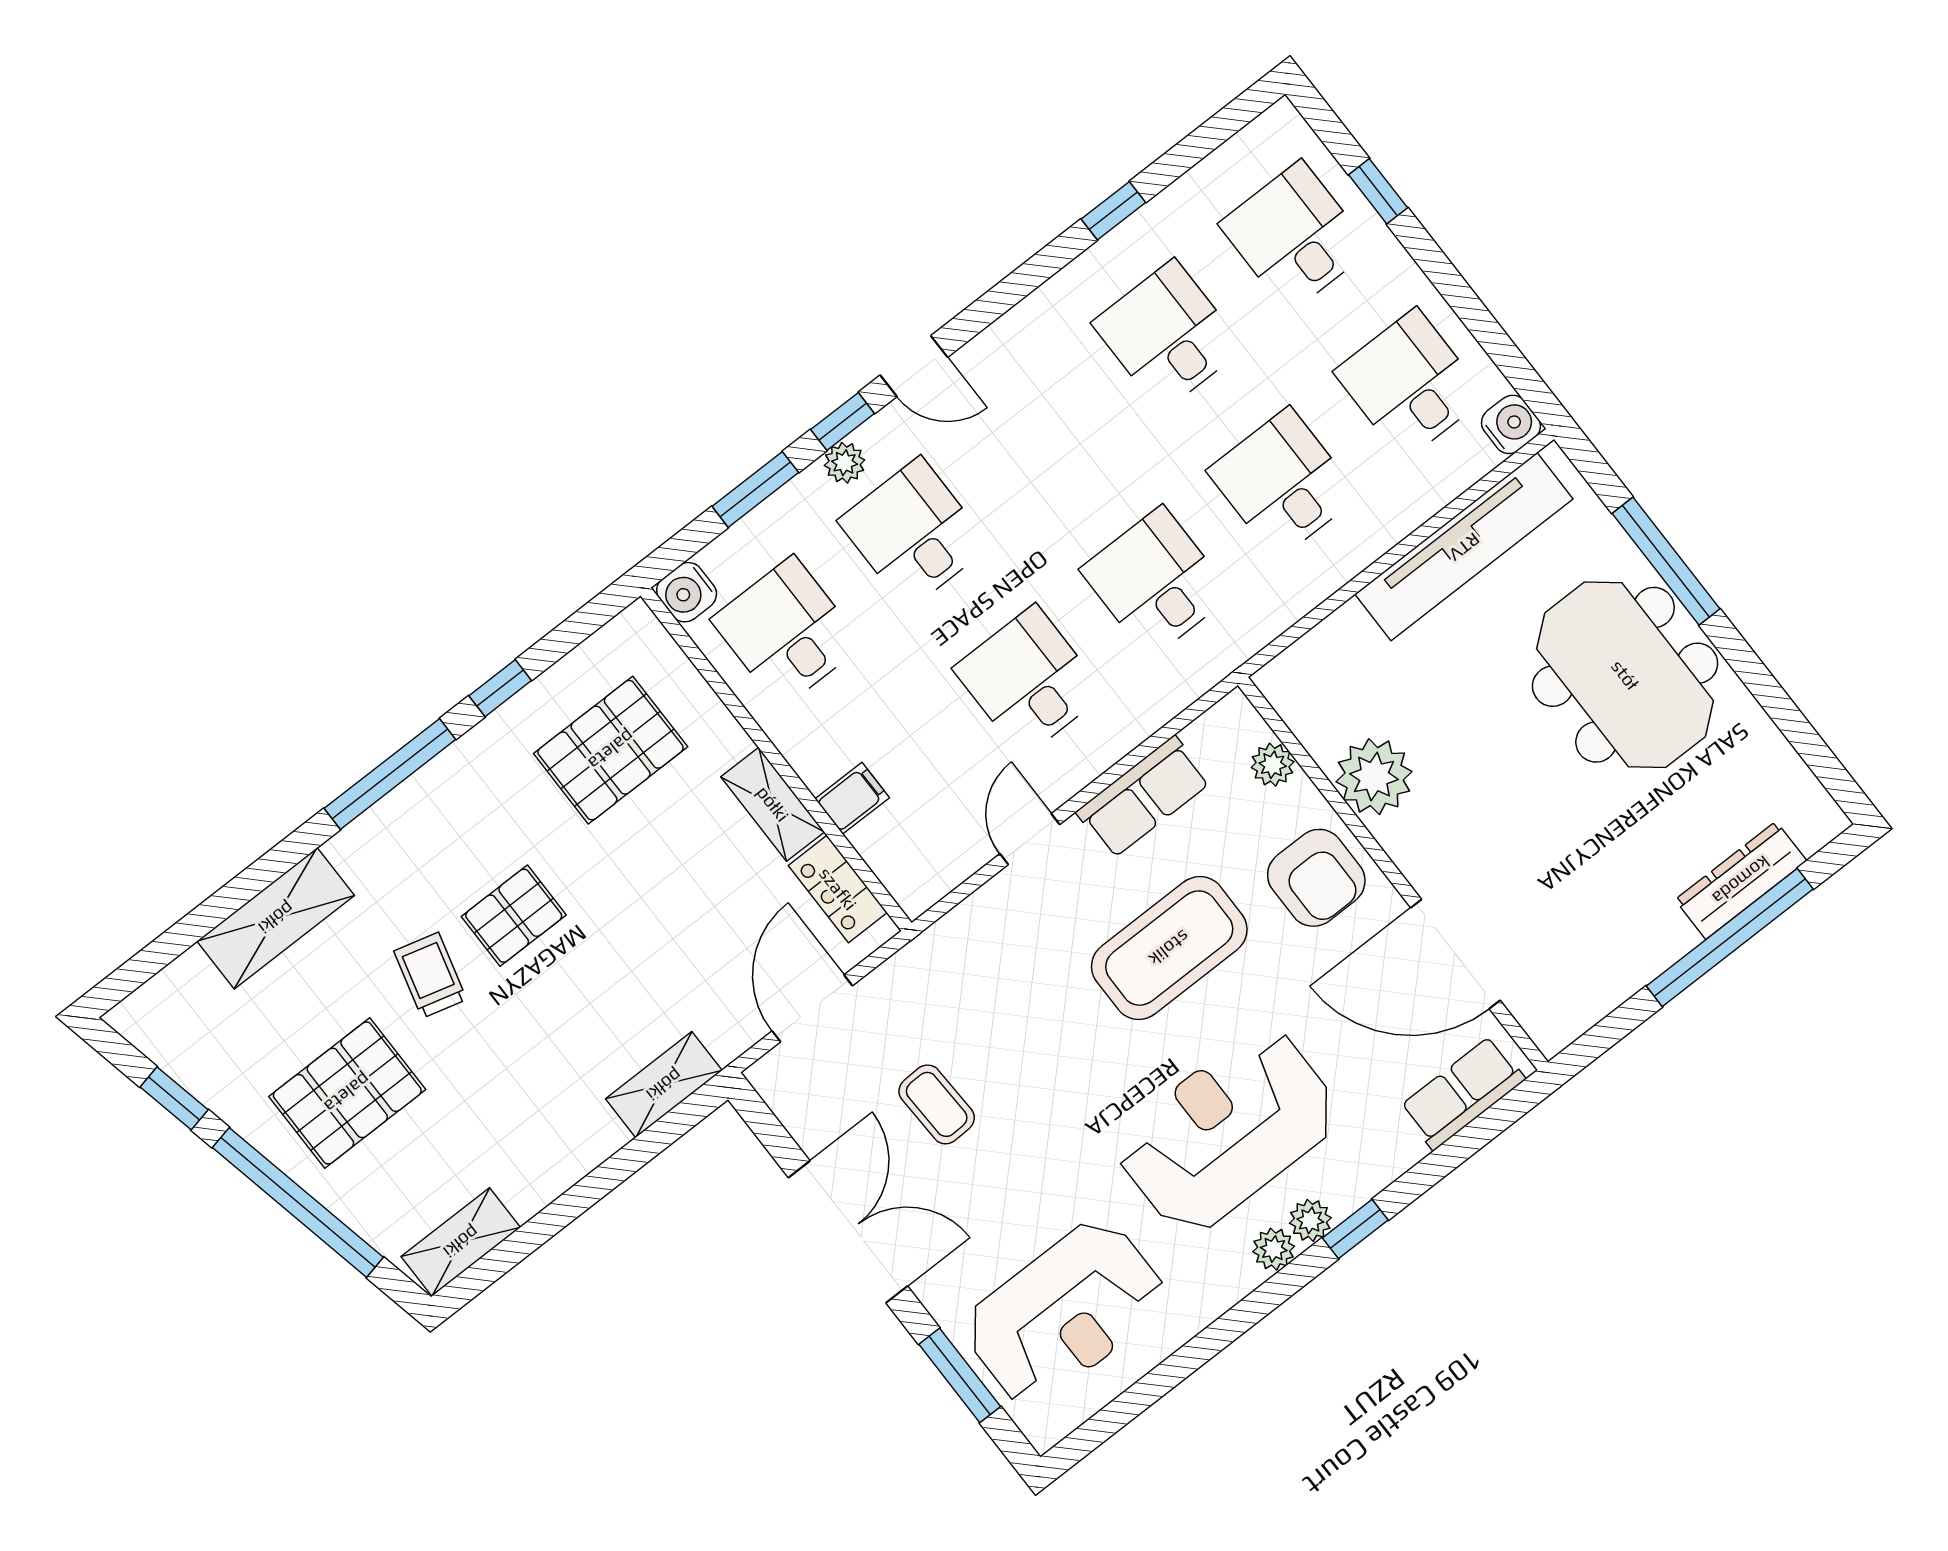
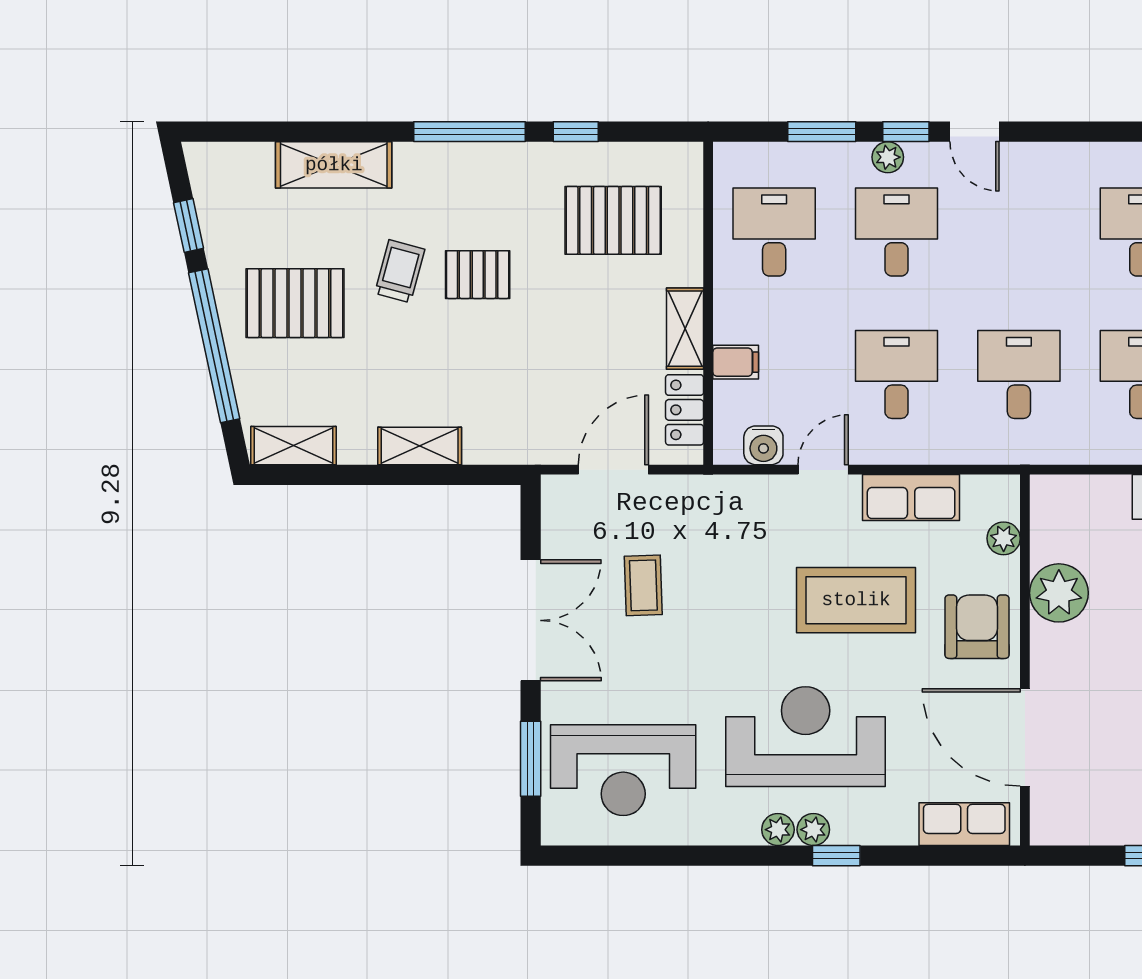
water cooler: (687, 592) -> (763, 445), moved, turned -90
armchair: (1316, 878) -> (977, 627), turned 180
shelving: (664, 1085) -> (420, 446), moved

